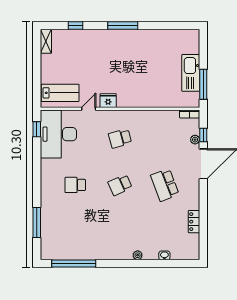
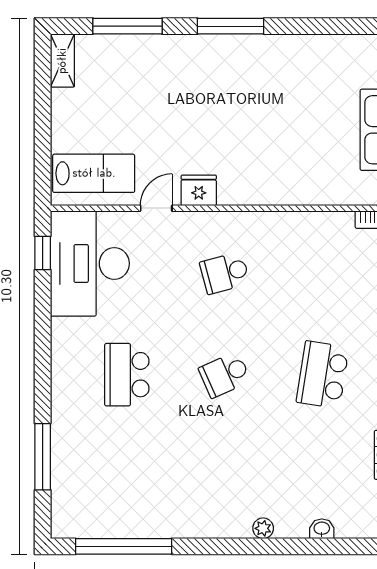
window: (76, 26) -> (127, 26), width x2.17
school desk: (75, 185) -> (127, 375), width x1.85
school desk: (165, 185) -> (323, 375), turned 30

